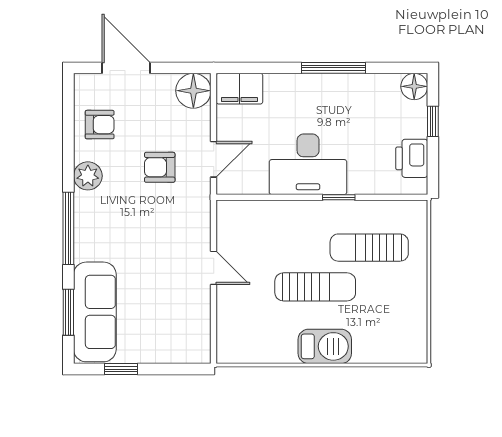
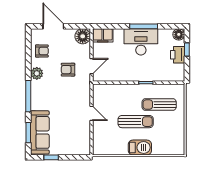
printer: (412, 158) -> (178, 55), moved
desk: (308, 164) -> (141, 42), moved, turned 180

